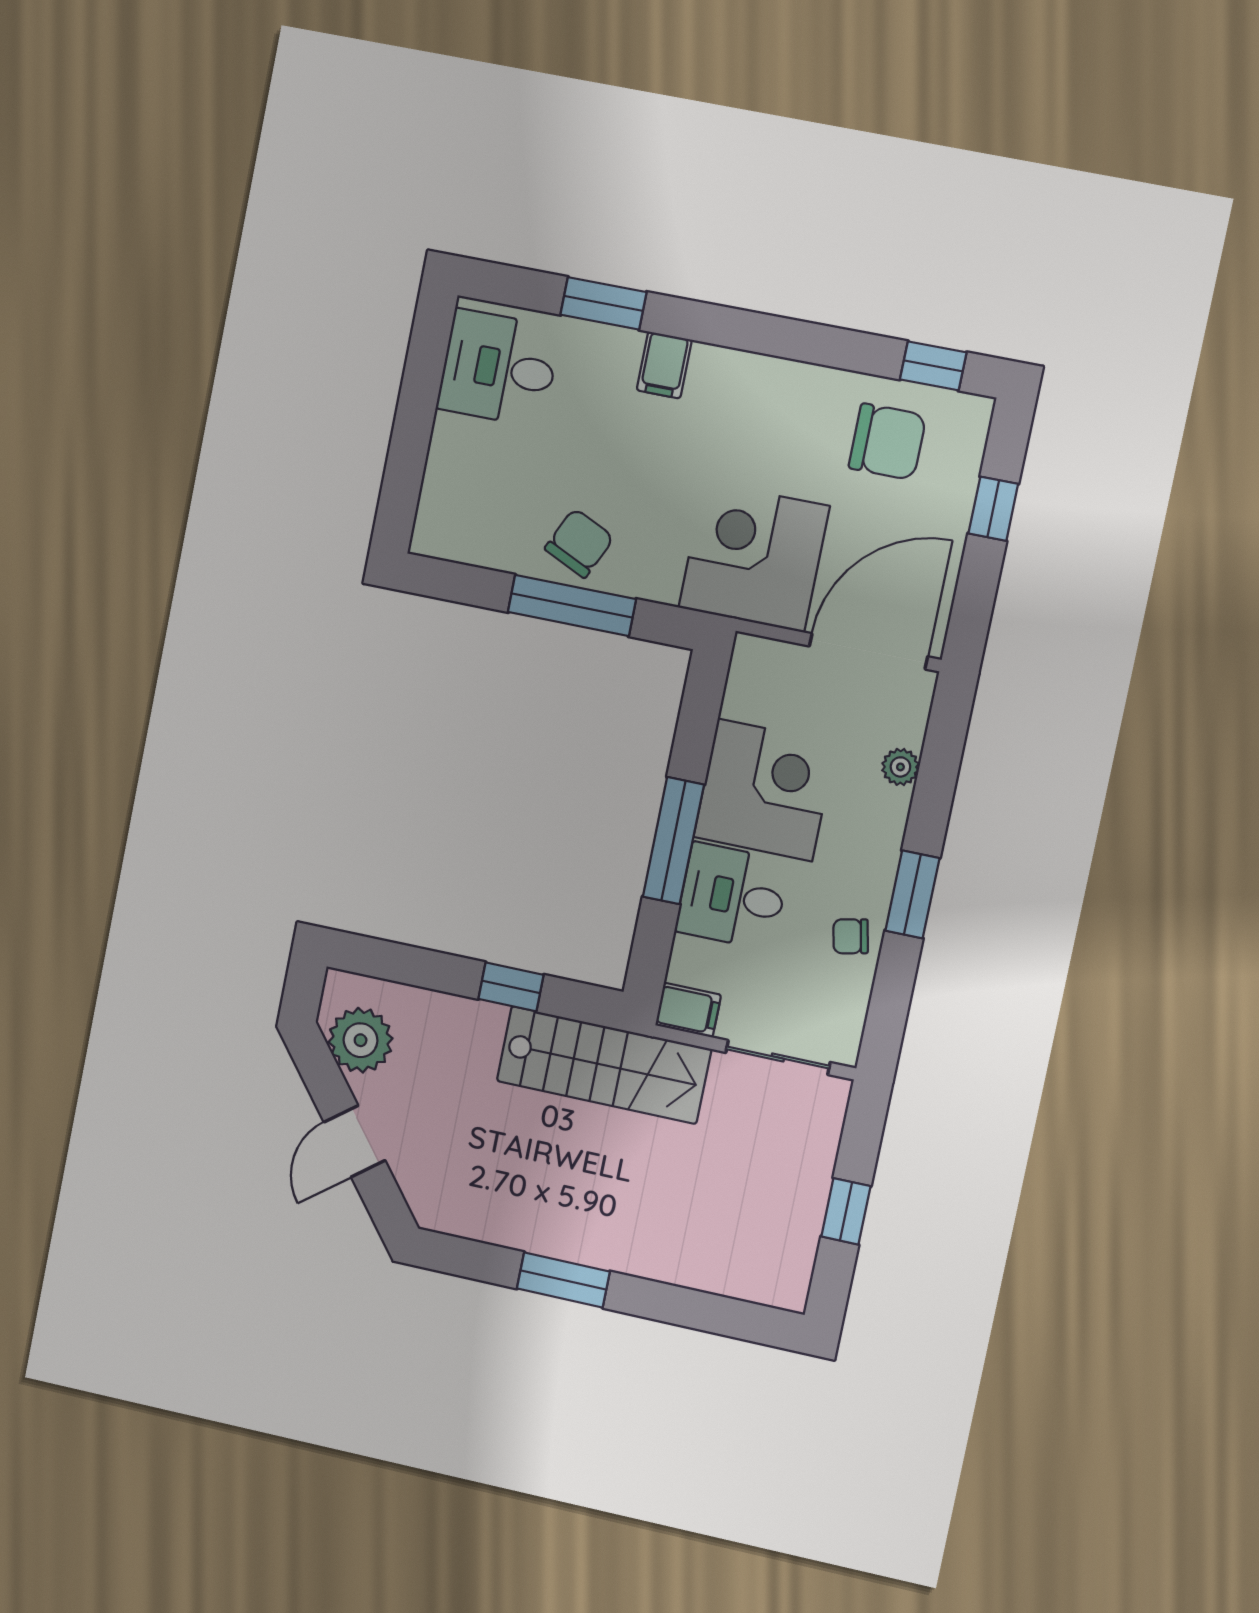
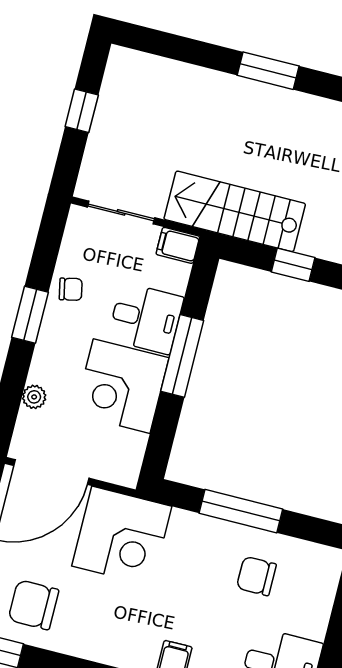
chair: (579, 543) -> (256, 576), moved, turned 65

